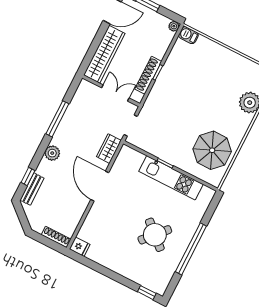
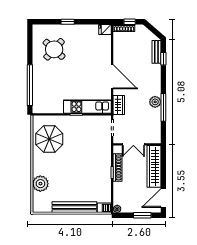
bench: (224, 54) -> (74, 207), added
plant: (52, 153) -> (155, 102), moved
kitchen unit: (171, 178) -> (87, 107), moved
round table: (155, 235) -> (54, 49), moved
window: (46, 241) -> (130, 22), added
window: (191, 249) -> (30, 85), moved
window: (147, 293) -> (68, 22), moved

